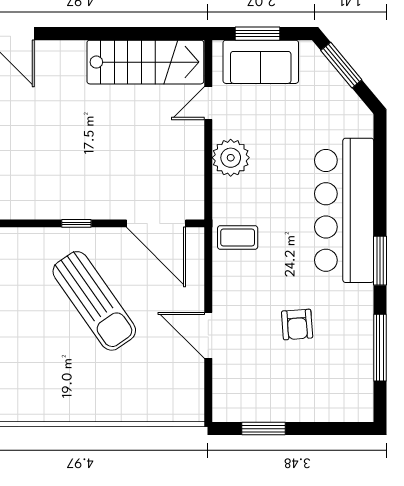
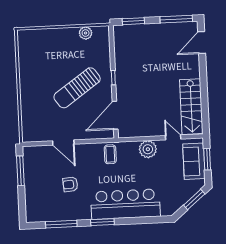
door: (208, 335) -> (63, 143), swing flipped
window: (264, 429) -> (20, 171), width x1.44

